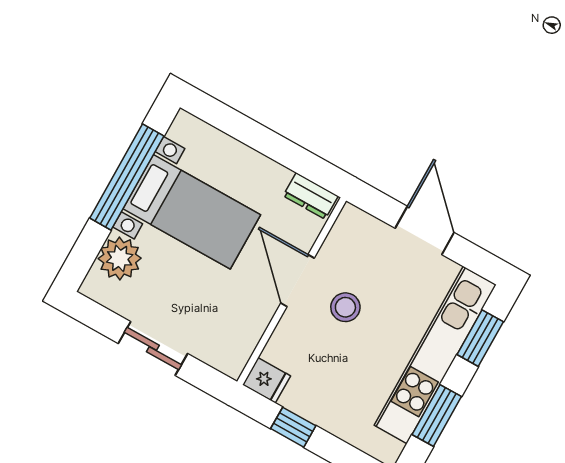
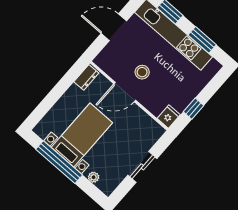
plant: (120, 258) -> (94, 177), width x0.53, depth x0.53

